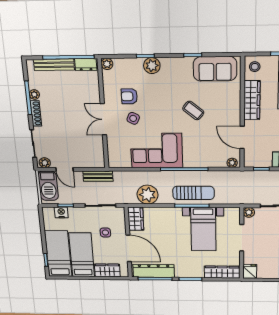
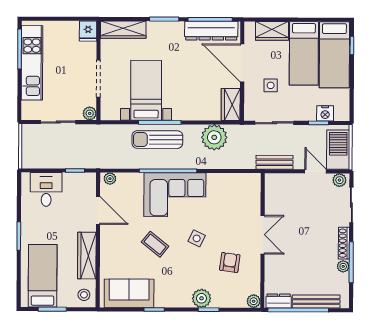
armchair: (129, 96) -> (230, 262), turned -82
side table: (133, 118) -> (197, 238), moved
corner sofa: (157, 151) -> (175, 195), moved

